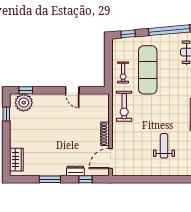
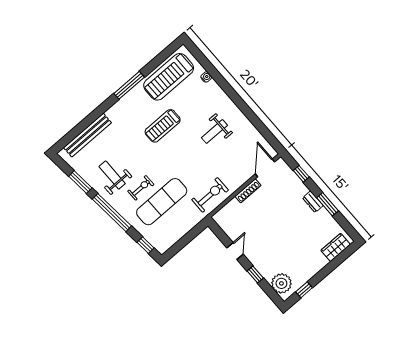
exercise bike: (123, 73) -> (141, 188), moved
window: (26, 90) -> (255, 274), moved
door: (110, 159) -> (265, 168), swing flipped
dresser: (75, 171) -> (313, 202), moved

